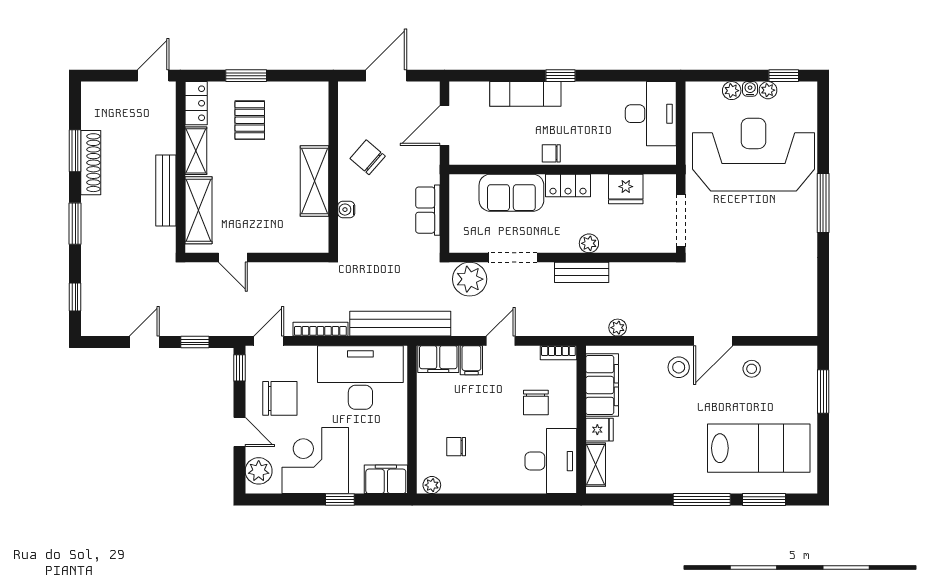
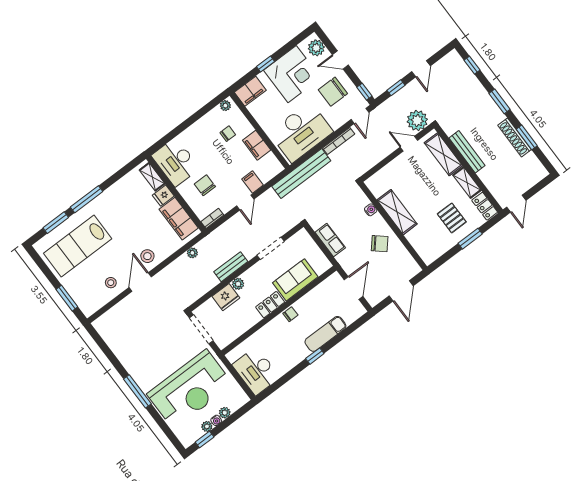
fridge: (626, 189) -> (226, 297), moved, turned 180
plant: (470, 279) -> (417, 121), moved
filing cabinet: (438, 359) -> (257, 145), moved, turned -90

